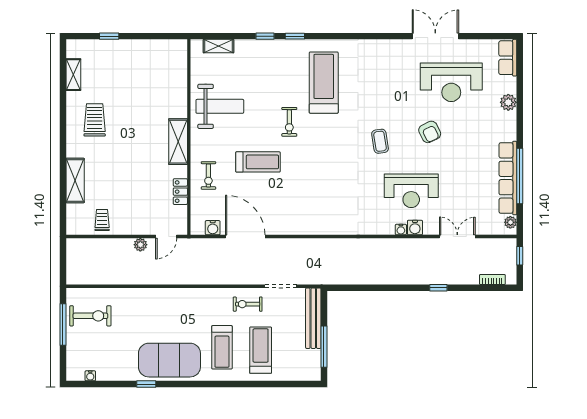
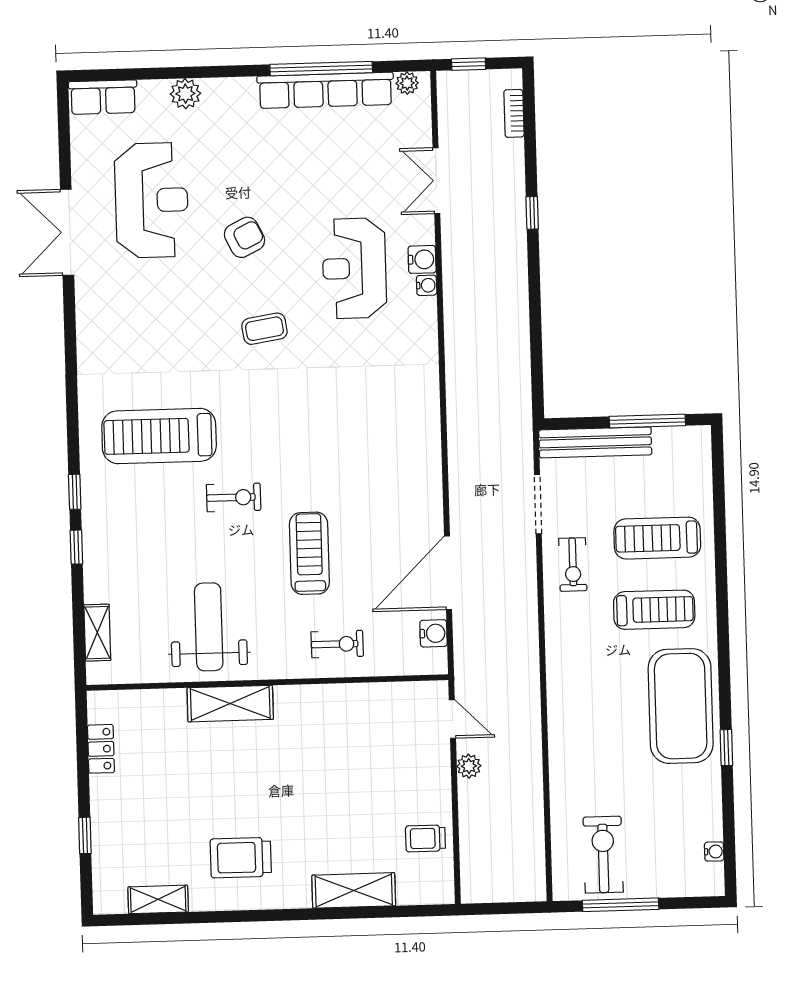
shelving: (178, 142) -> (230, 704), moved
reception desk: (411, 191) -> (354, 268), turned 180
locker: (180, 192) -> (101, 749), moved, turned -90

